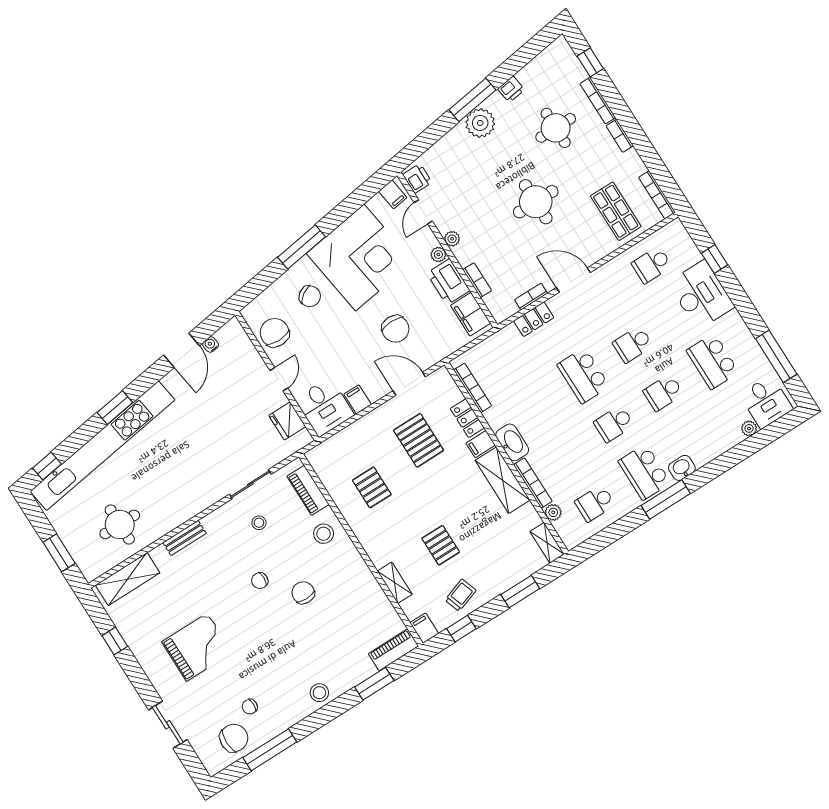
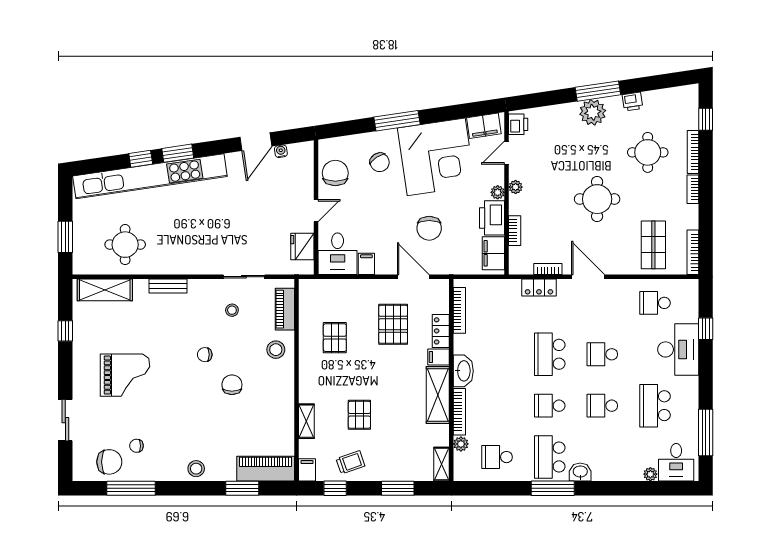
filing cabinet: (393, 194) -> (484, 126), width x2.00
window: (47, 466) -> (141, 159), moved
piano: (394, 650) -> (266, 469), width x1.37, depth x1.33

